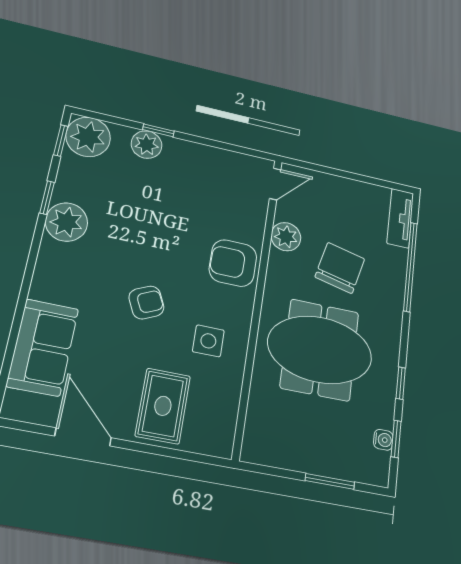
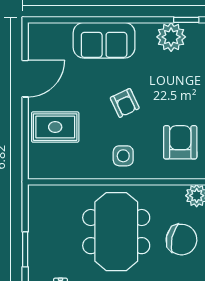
armchair: (233, 263) -> (180, 142), moved
side table: (208, 341) -> (123, 156), moved
sofa: (43, 347) -> (104, 40), moved

